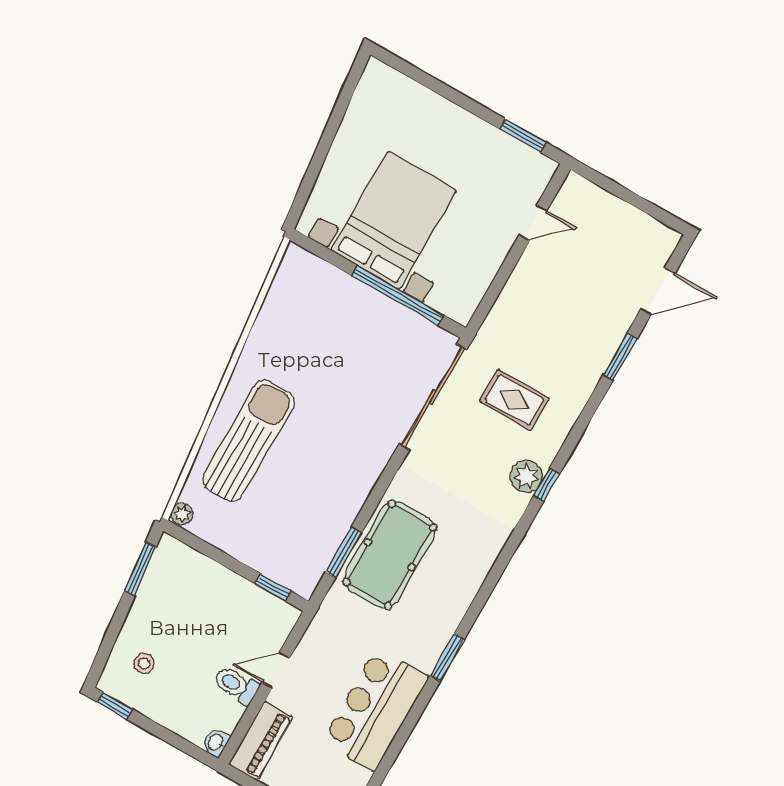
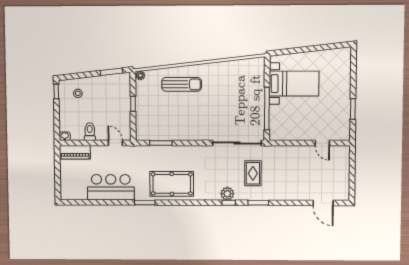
window: (523, 136) -> (353, 109), moved
bed with nightstands: (394, 220) -> (294, 84), width x0.73
window: (620, 357) -> (258, 203), moved
sun lounger: (249, 441) -> (182, 84), width x0.73, depth x0.75
pool table: (390, 555) -> (172, 184), moved
window: (273, 587) -> (133, 104), moved
door: (276, 670) -> (115, 143), moved

